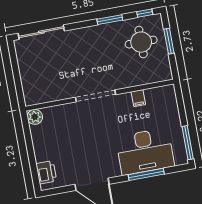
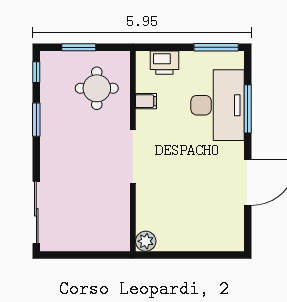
round table: (141, 42) -> (97, 88), moved
printer: (46, 172) -> (164, 63), moved, turned 180

